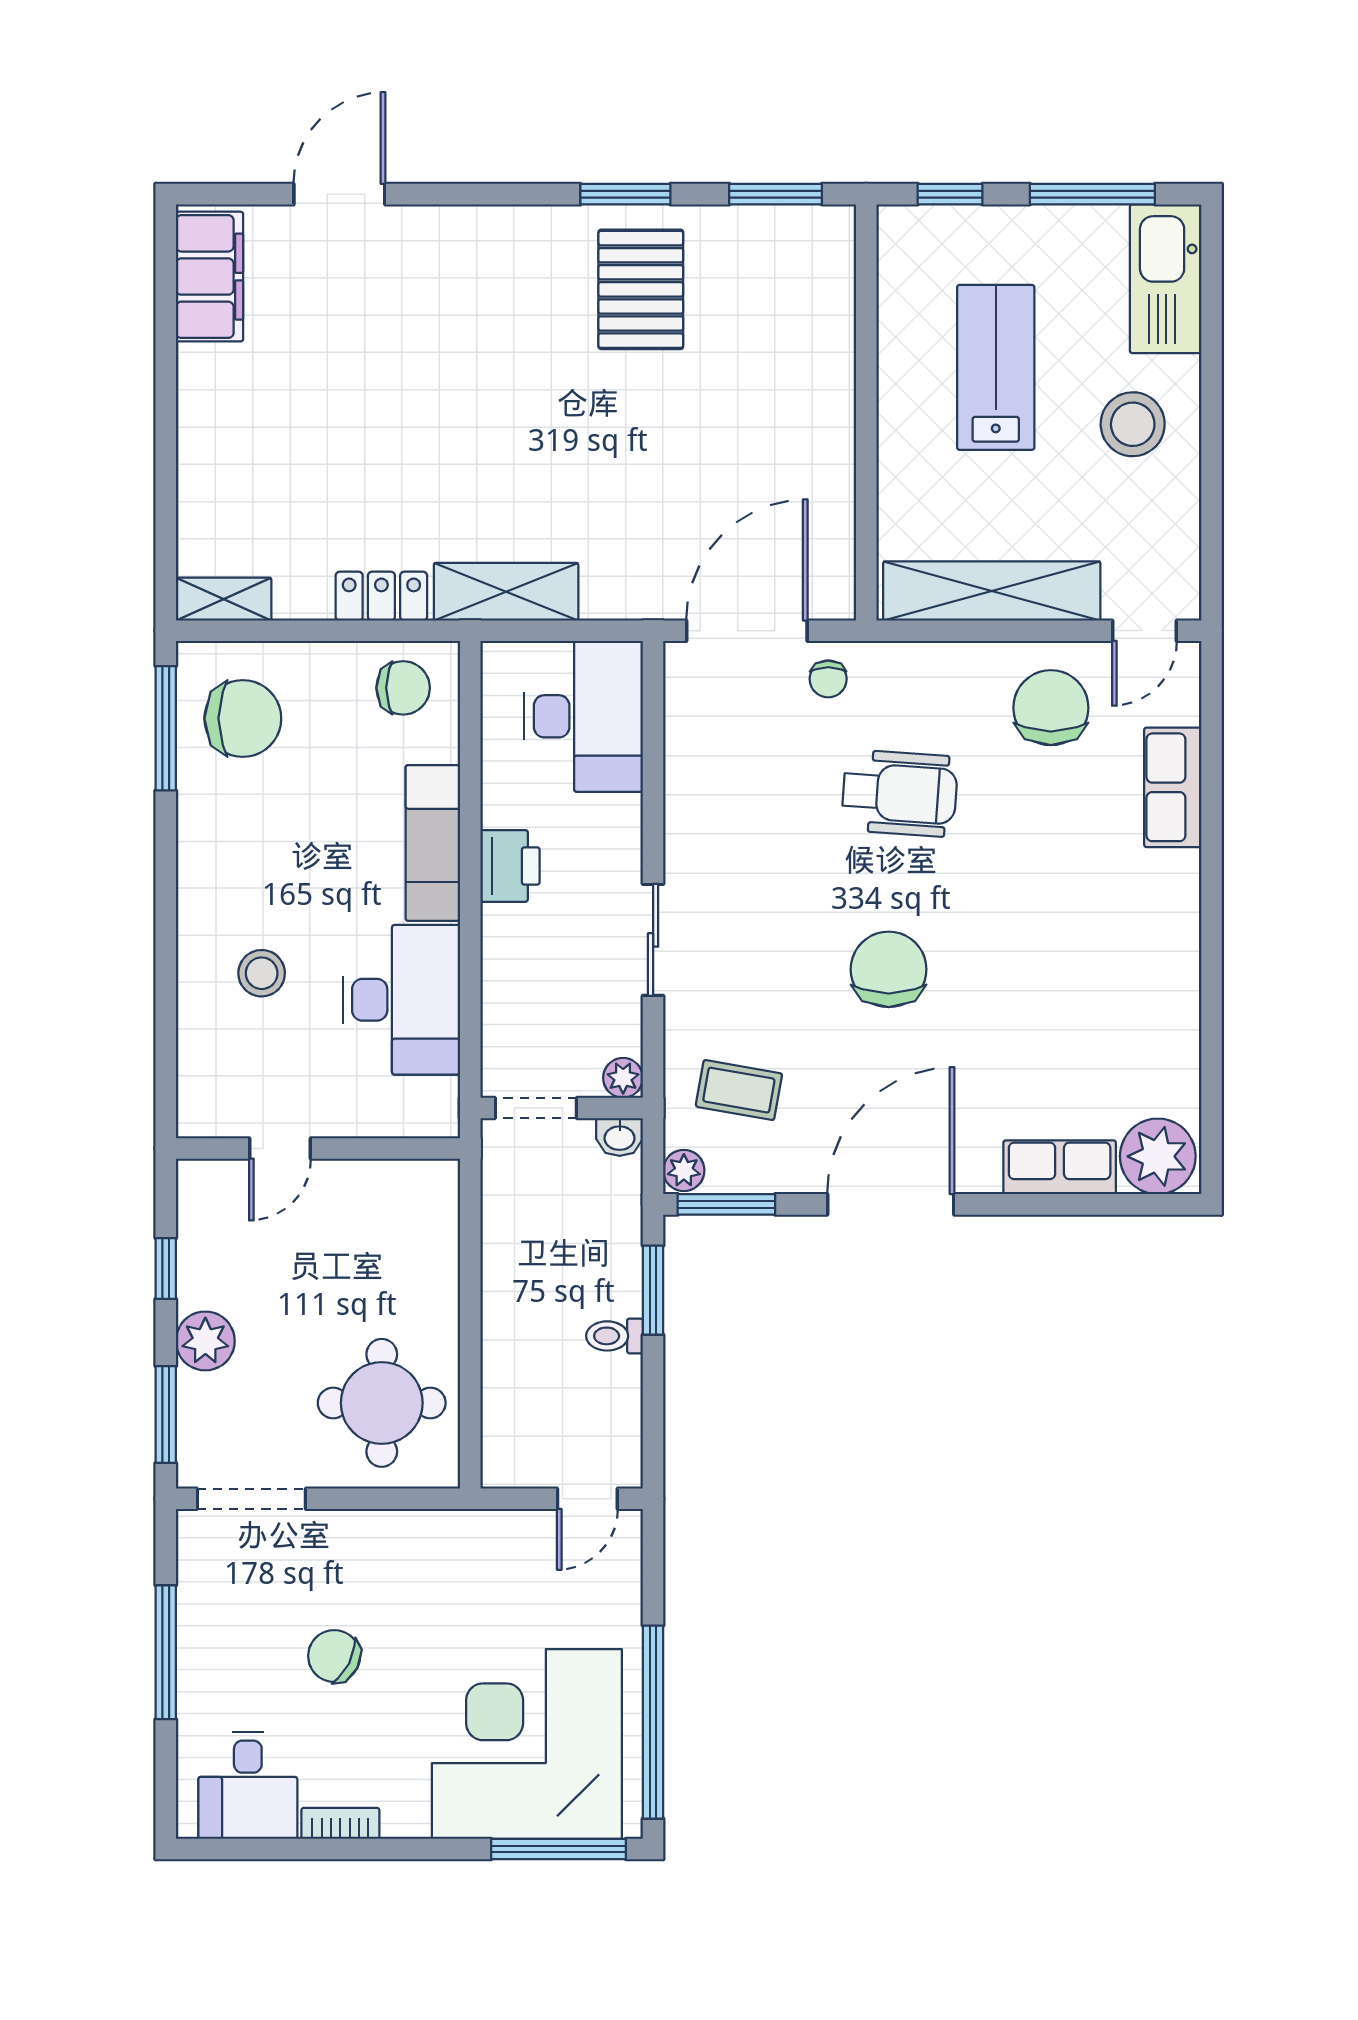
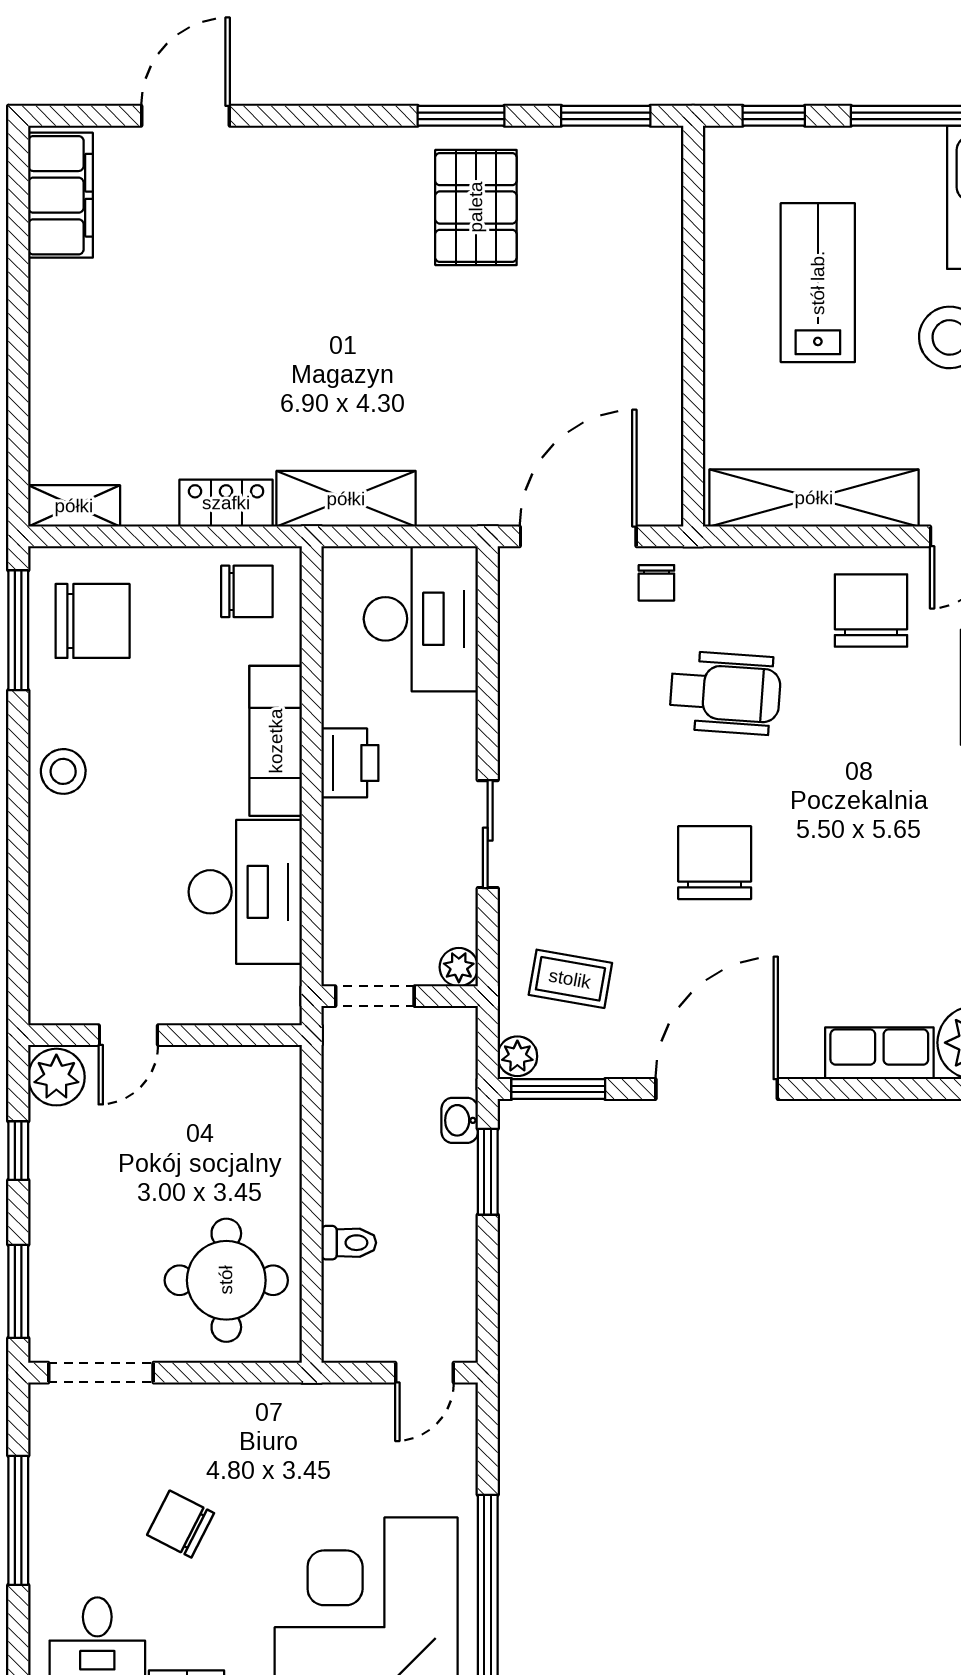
stool: (262, 973) -> (63, 771), moved
washbasin: (620, 1137) -> (460, 1120), moved, turned 90
toilet: (615, 1336) -> (349, 1243), moved, turned 180
plant: (205, 1341) -> (56, 1077), moved

